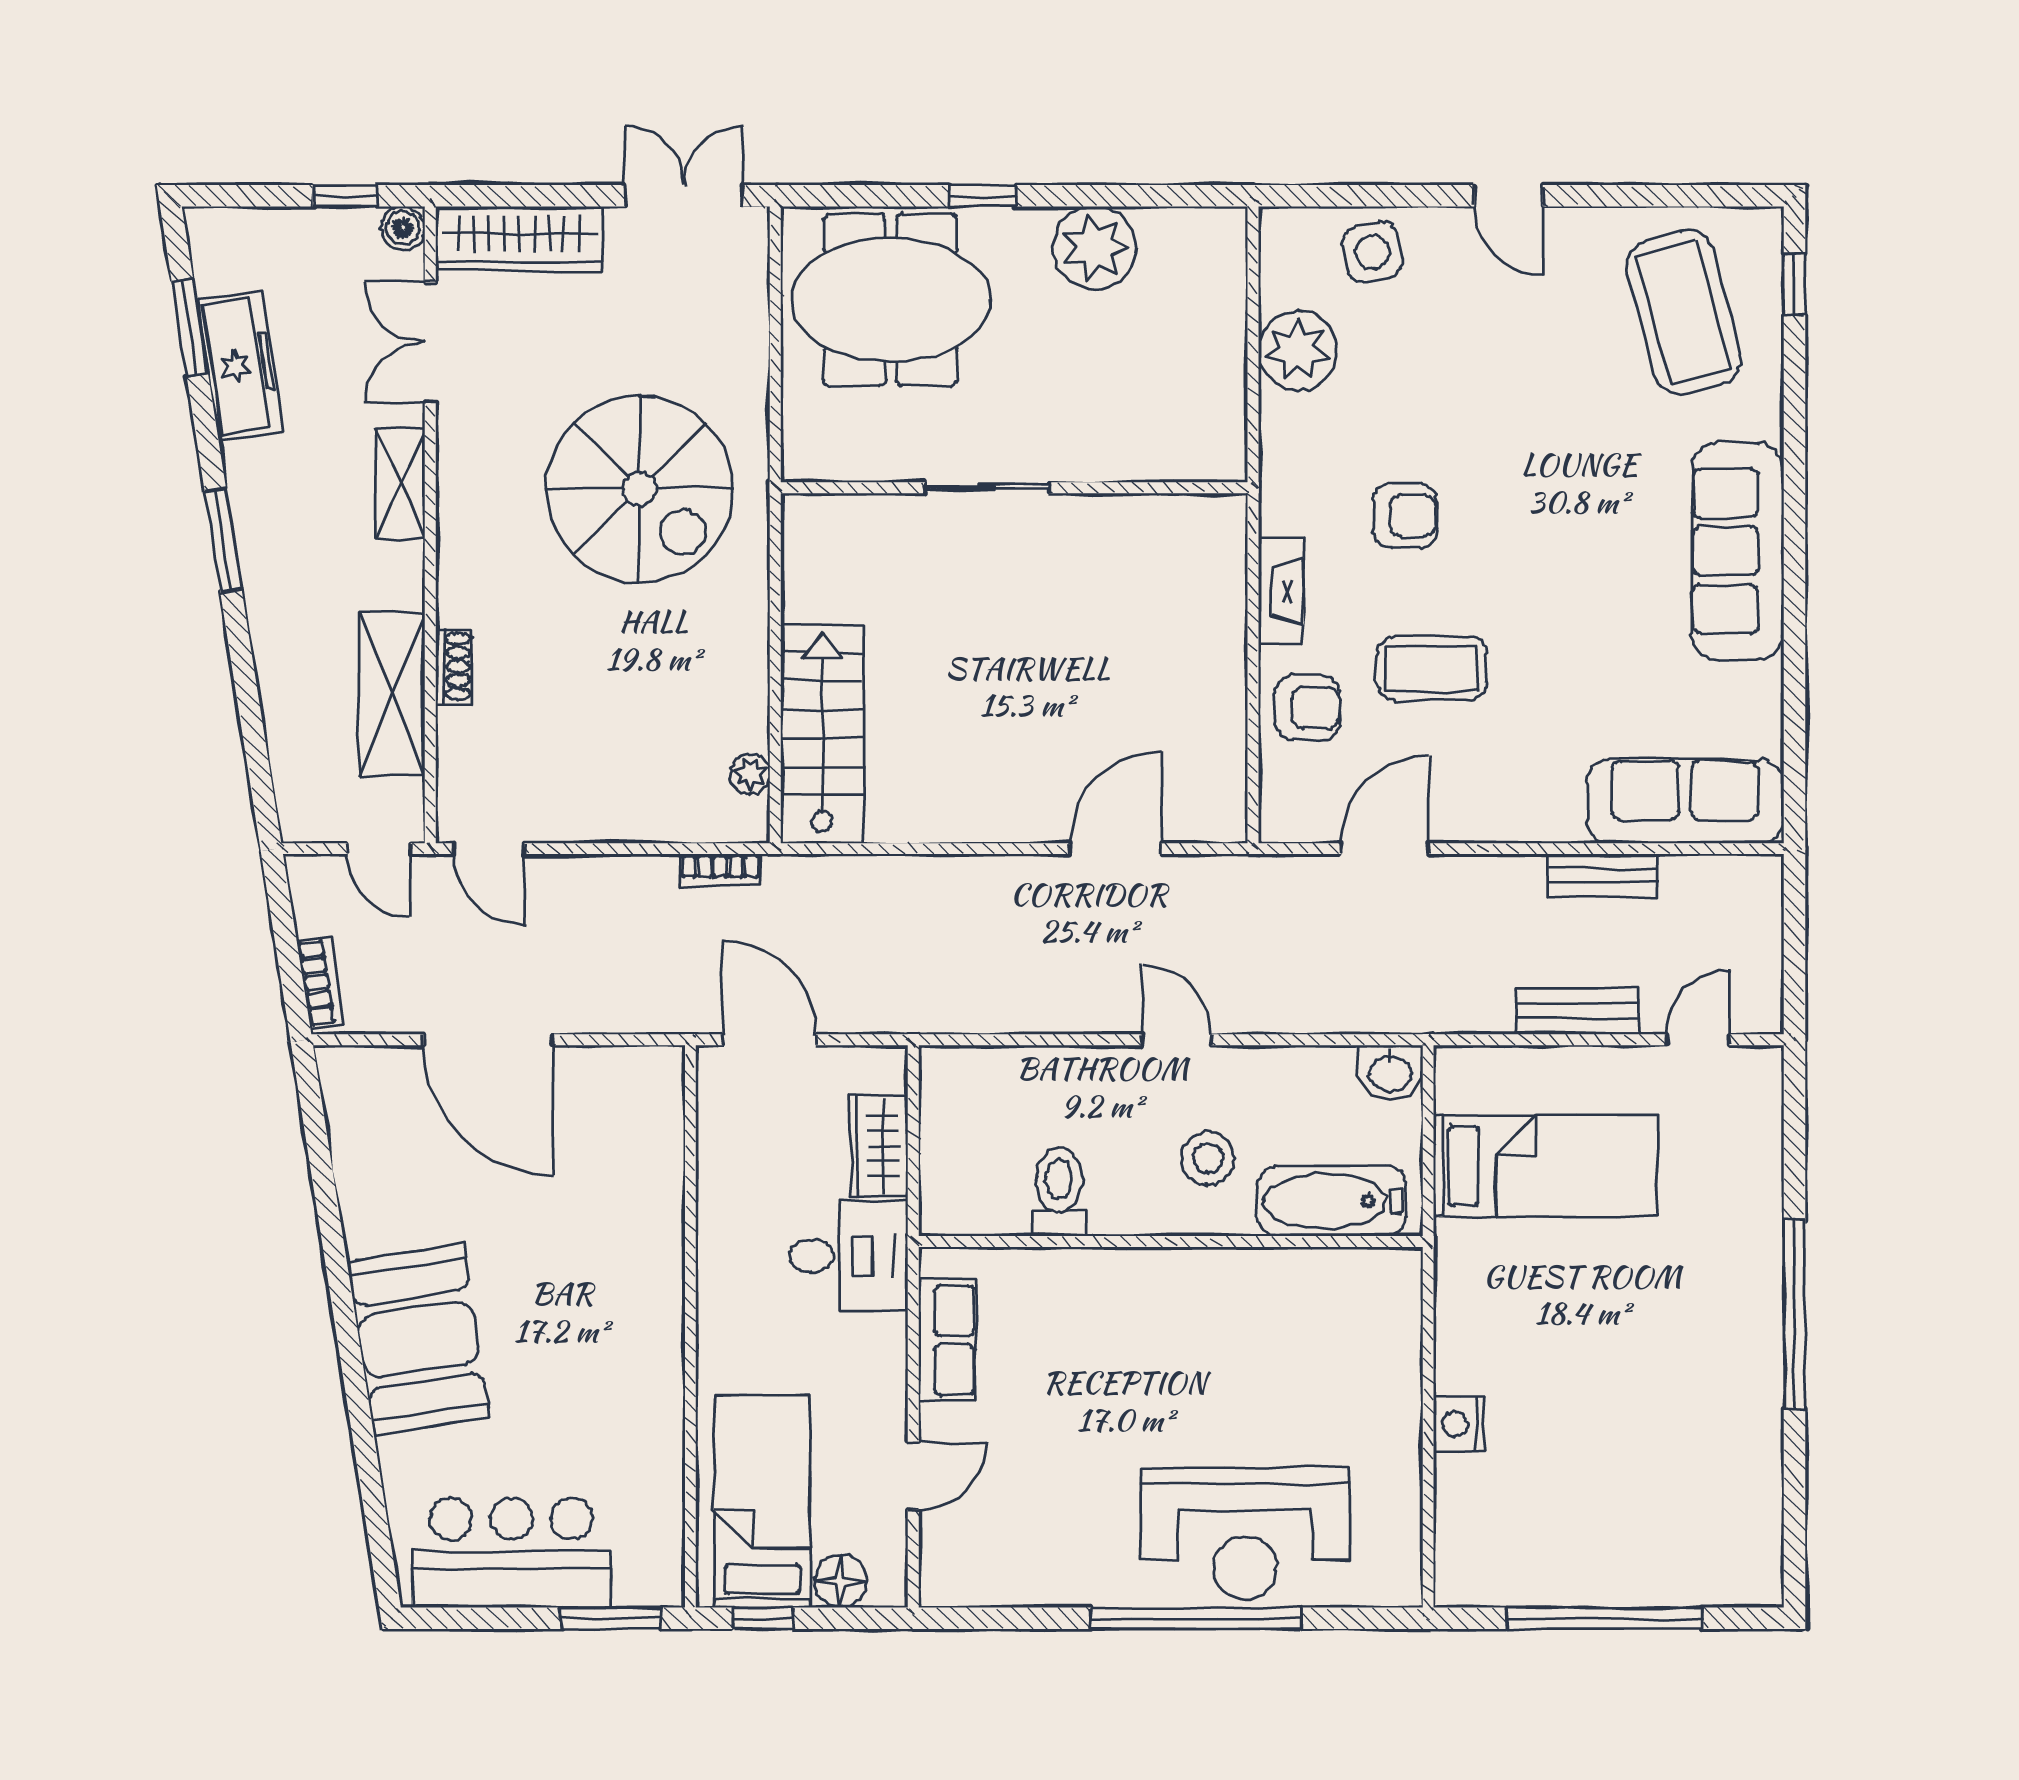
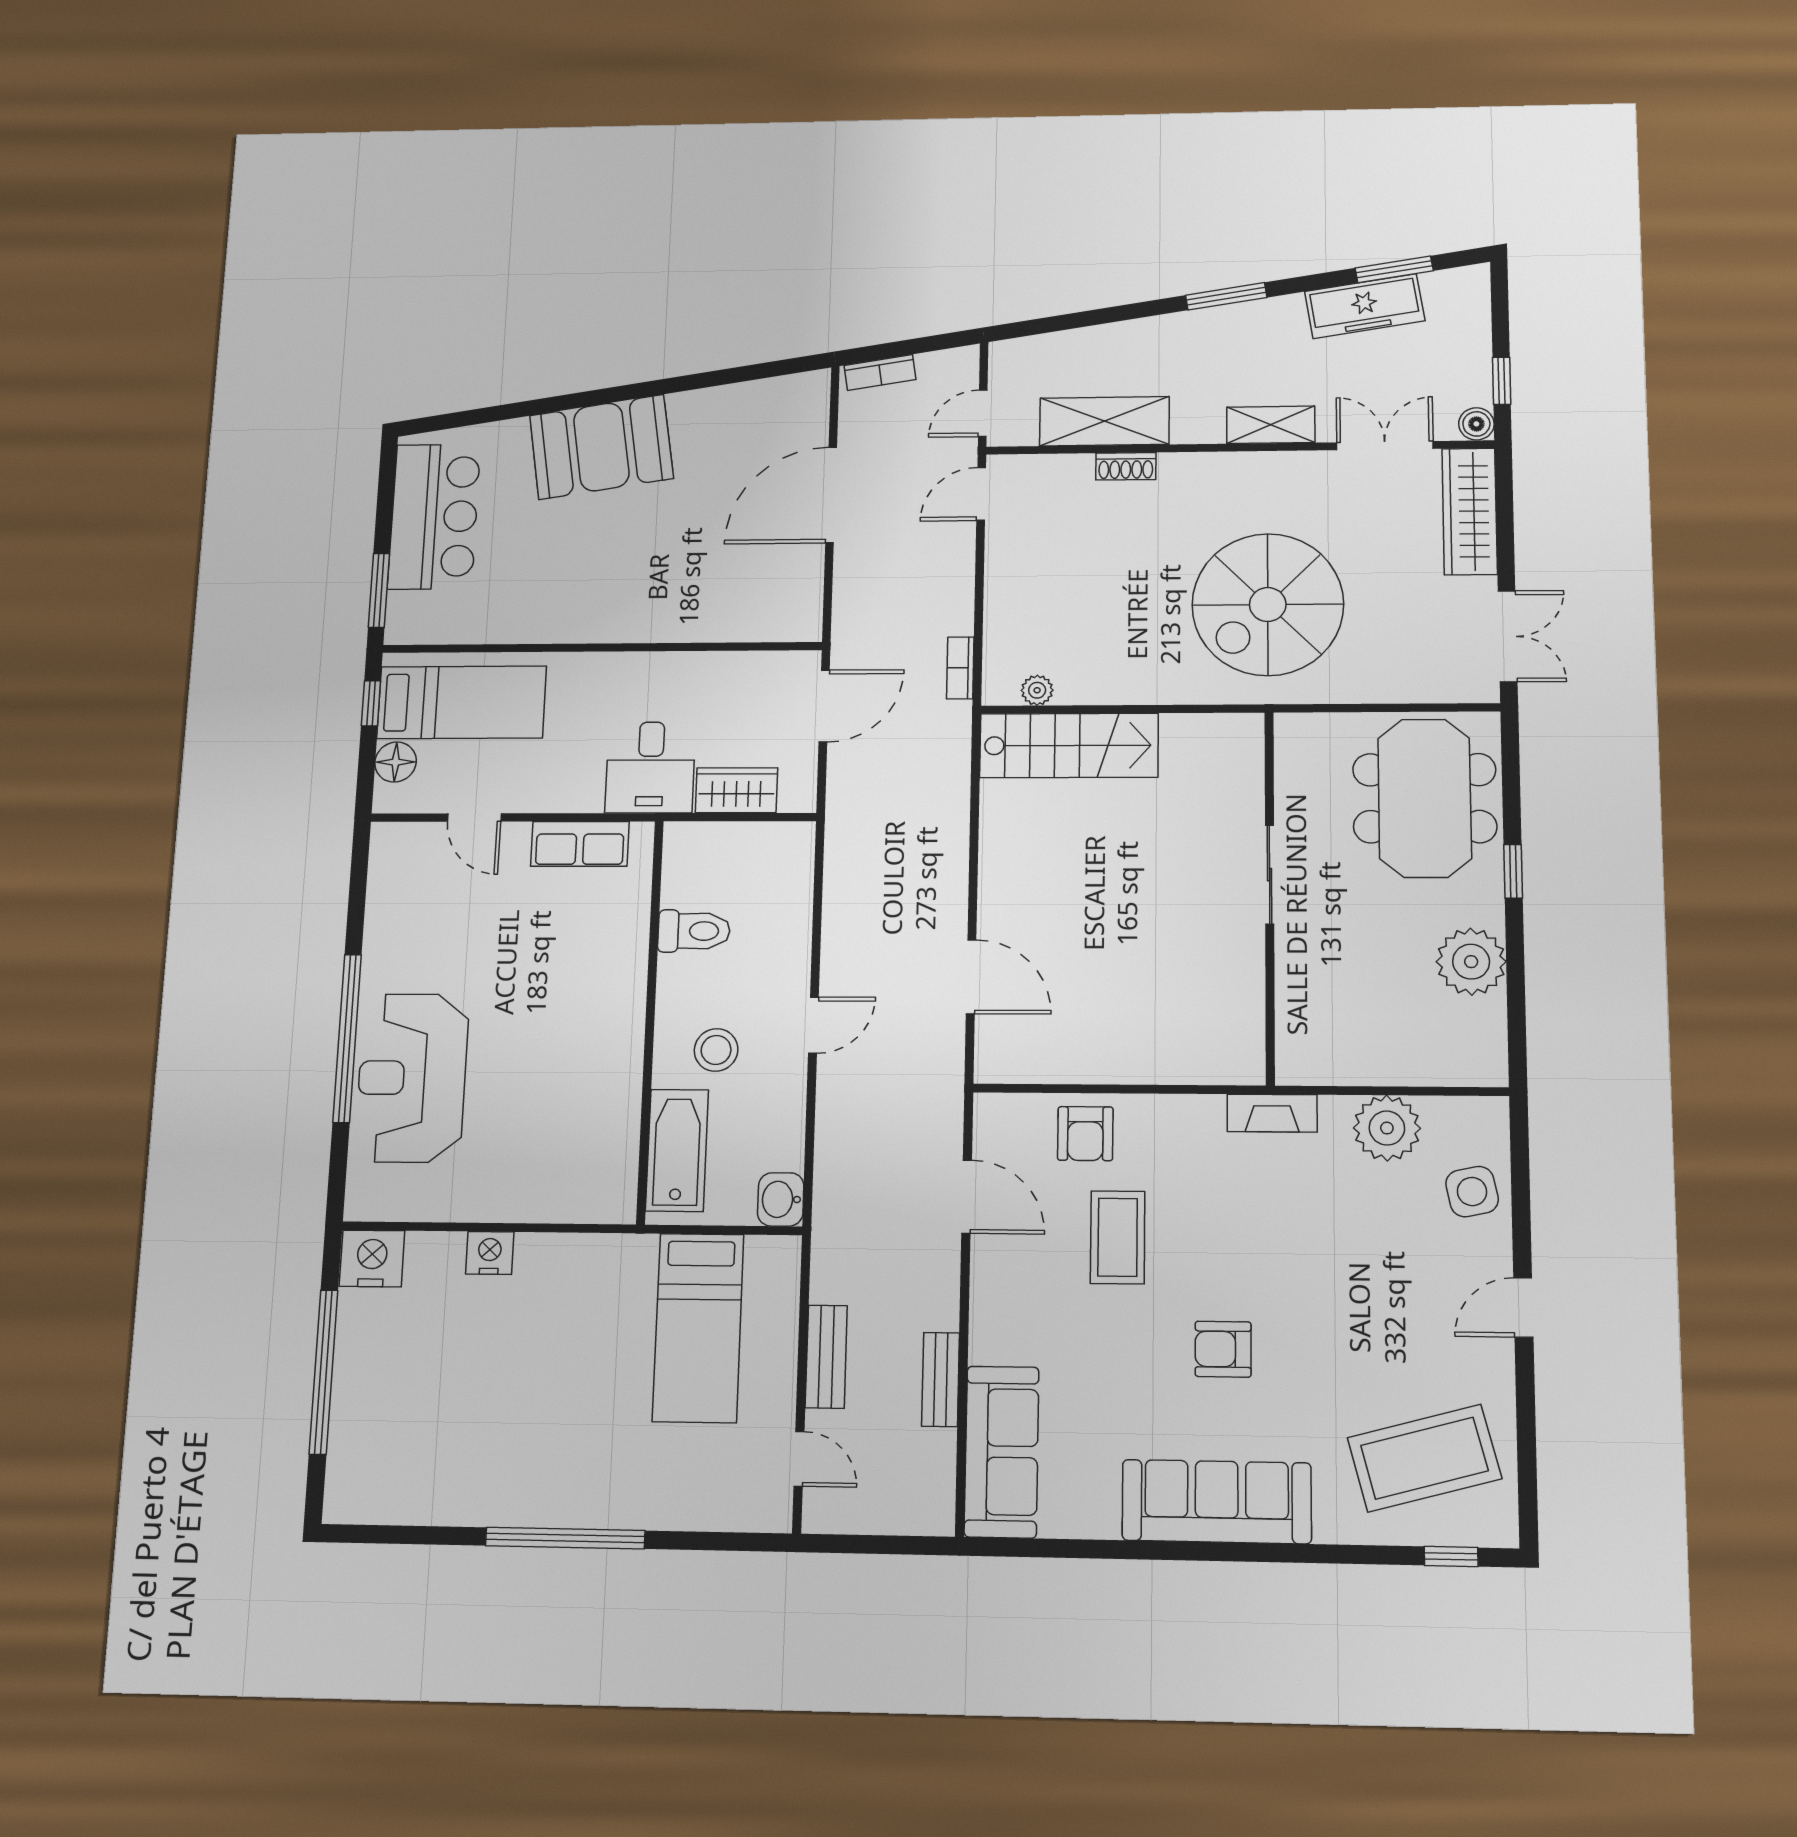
armchair: (1405, 516) -> (1223, 1349), moved, turned 90
fireplace: (1281, 591) -> (1272, 1113), moved
nightstand: (1468, 1568) -> (372, 1259), added

